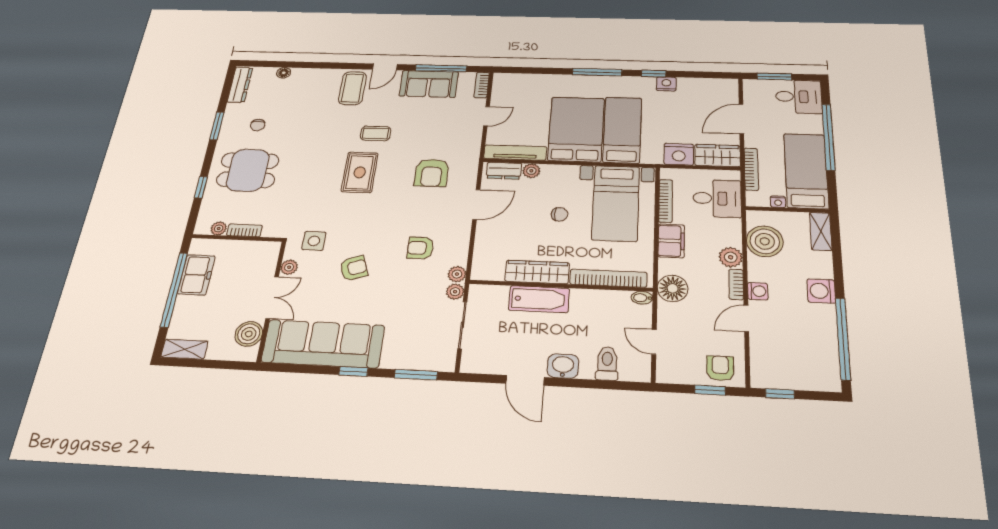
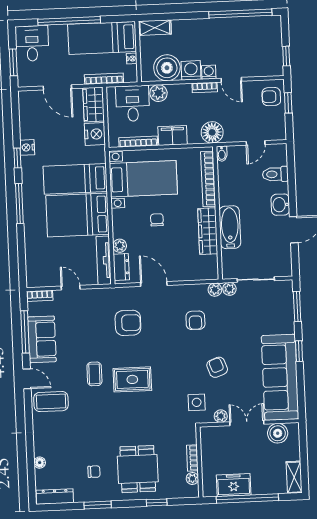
plant: (731, 257) -> (158, 93), moved
washing machine: (821, 291) -> (191, 70), moved, turned 180

